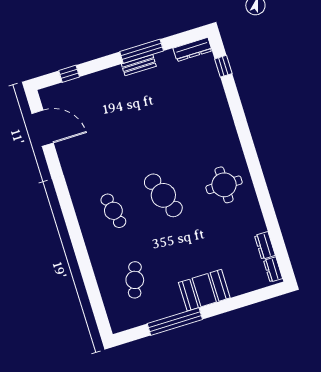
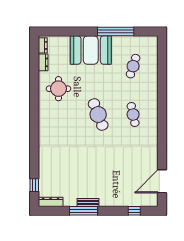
door: (43, 128) -> (162, 181), hinge flipped
round table: (224, 185) -> (58, 89), moved
booth: (204, 290) -> (91, 50), width x1.36, depth x1.42

